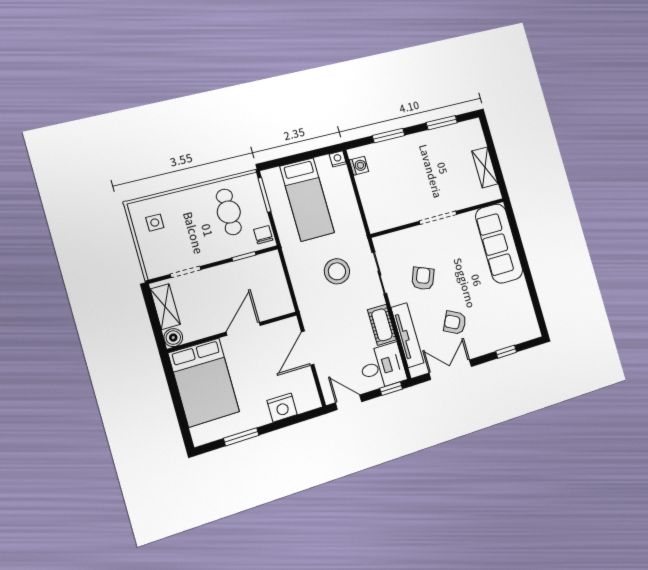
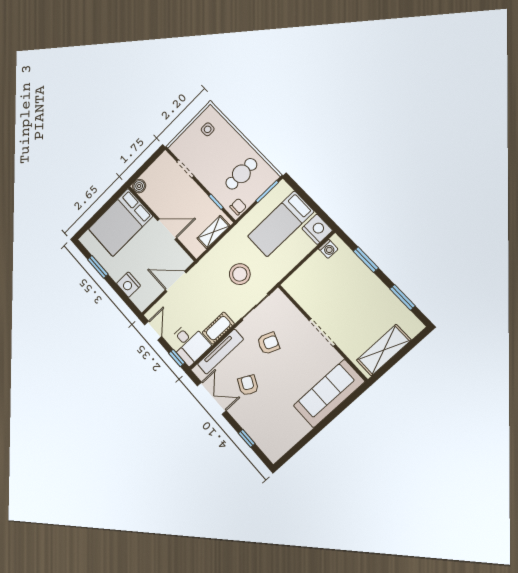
nightstand: (338, 159) -> (317, 229), width x1.89, depth x1.79
shelving: (485, 167) -> (384, 350), width x1.50, depth x1.33
shelving: (165, 307) -> (213, 232), moved

